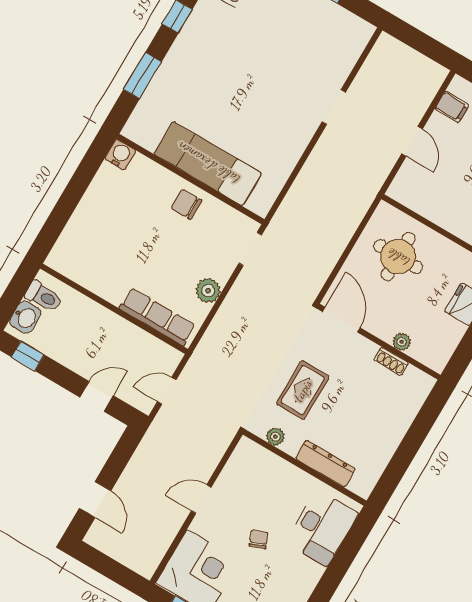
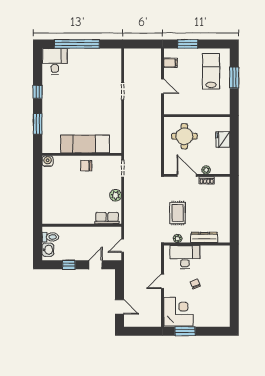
row of seats: (157, 317) -> (107, 218), width x0.68
door: (341, 320) -> (187, 175), moved
window: (28, 356) -> (69, 265), moved
desk: (322, 528) -> (185, 257), moved, turned -90

